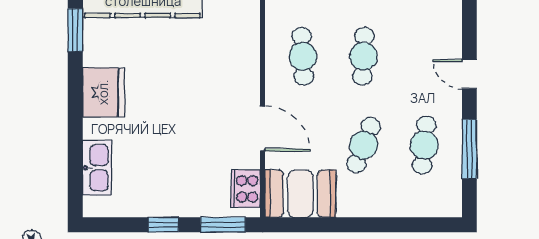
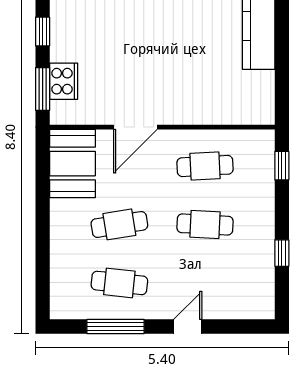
cafe table: (364, 145) -> (119, 224), turned -30
cooker: (246, 189) -> (64, 81), moved, turned 90

